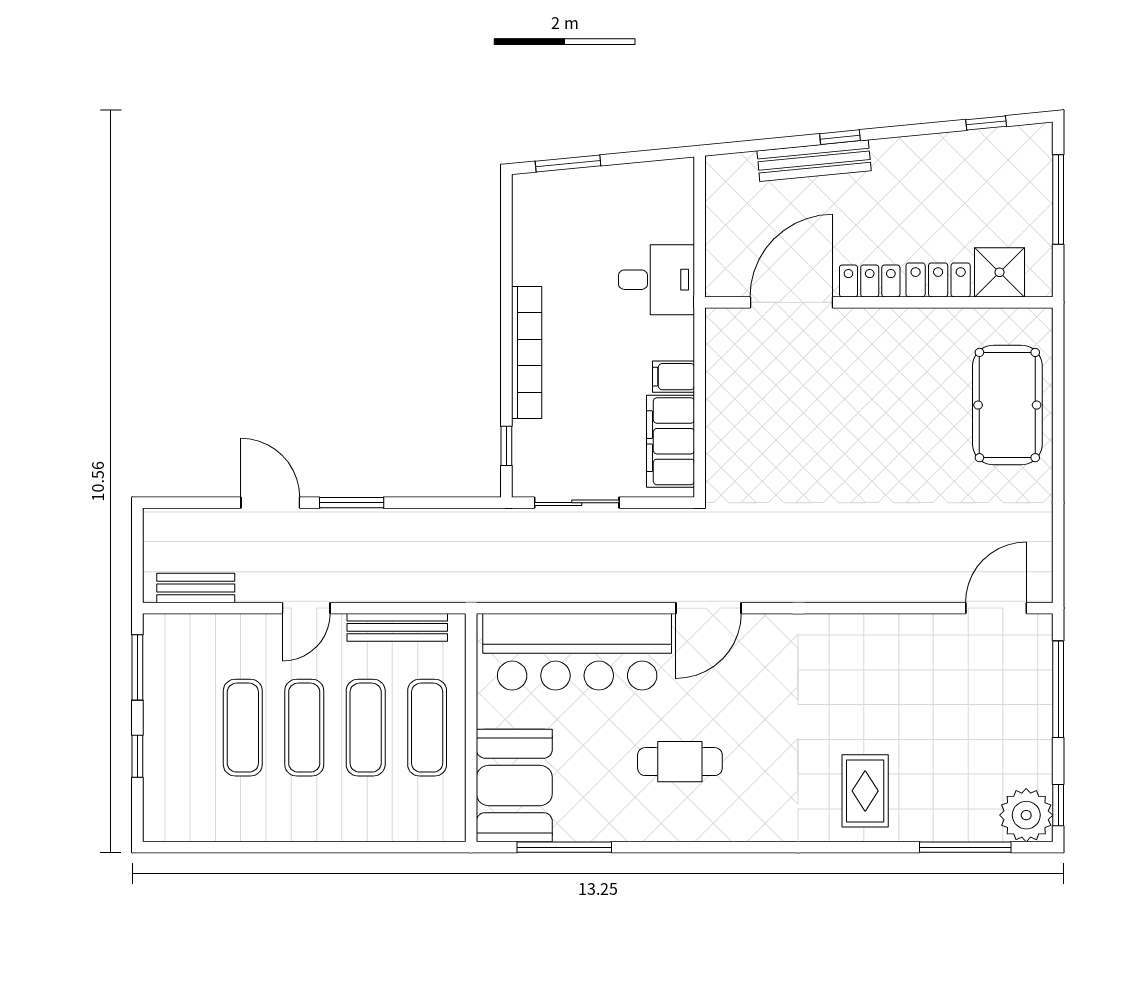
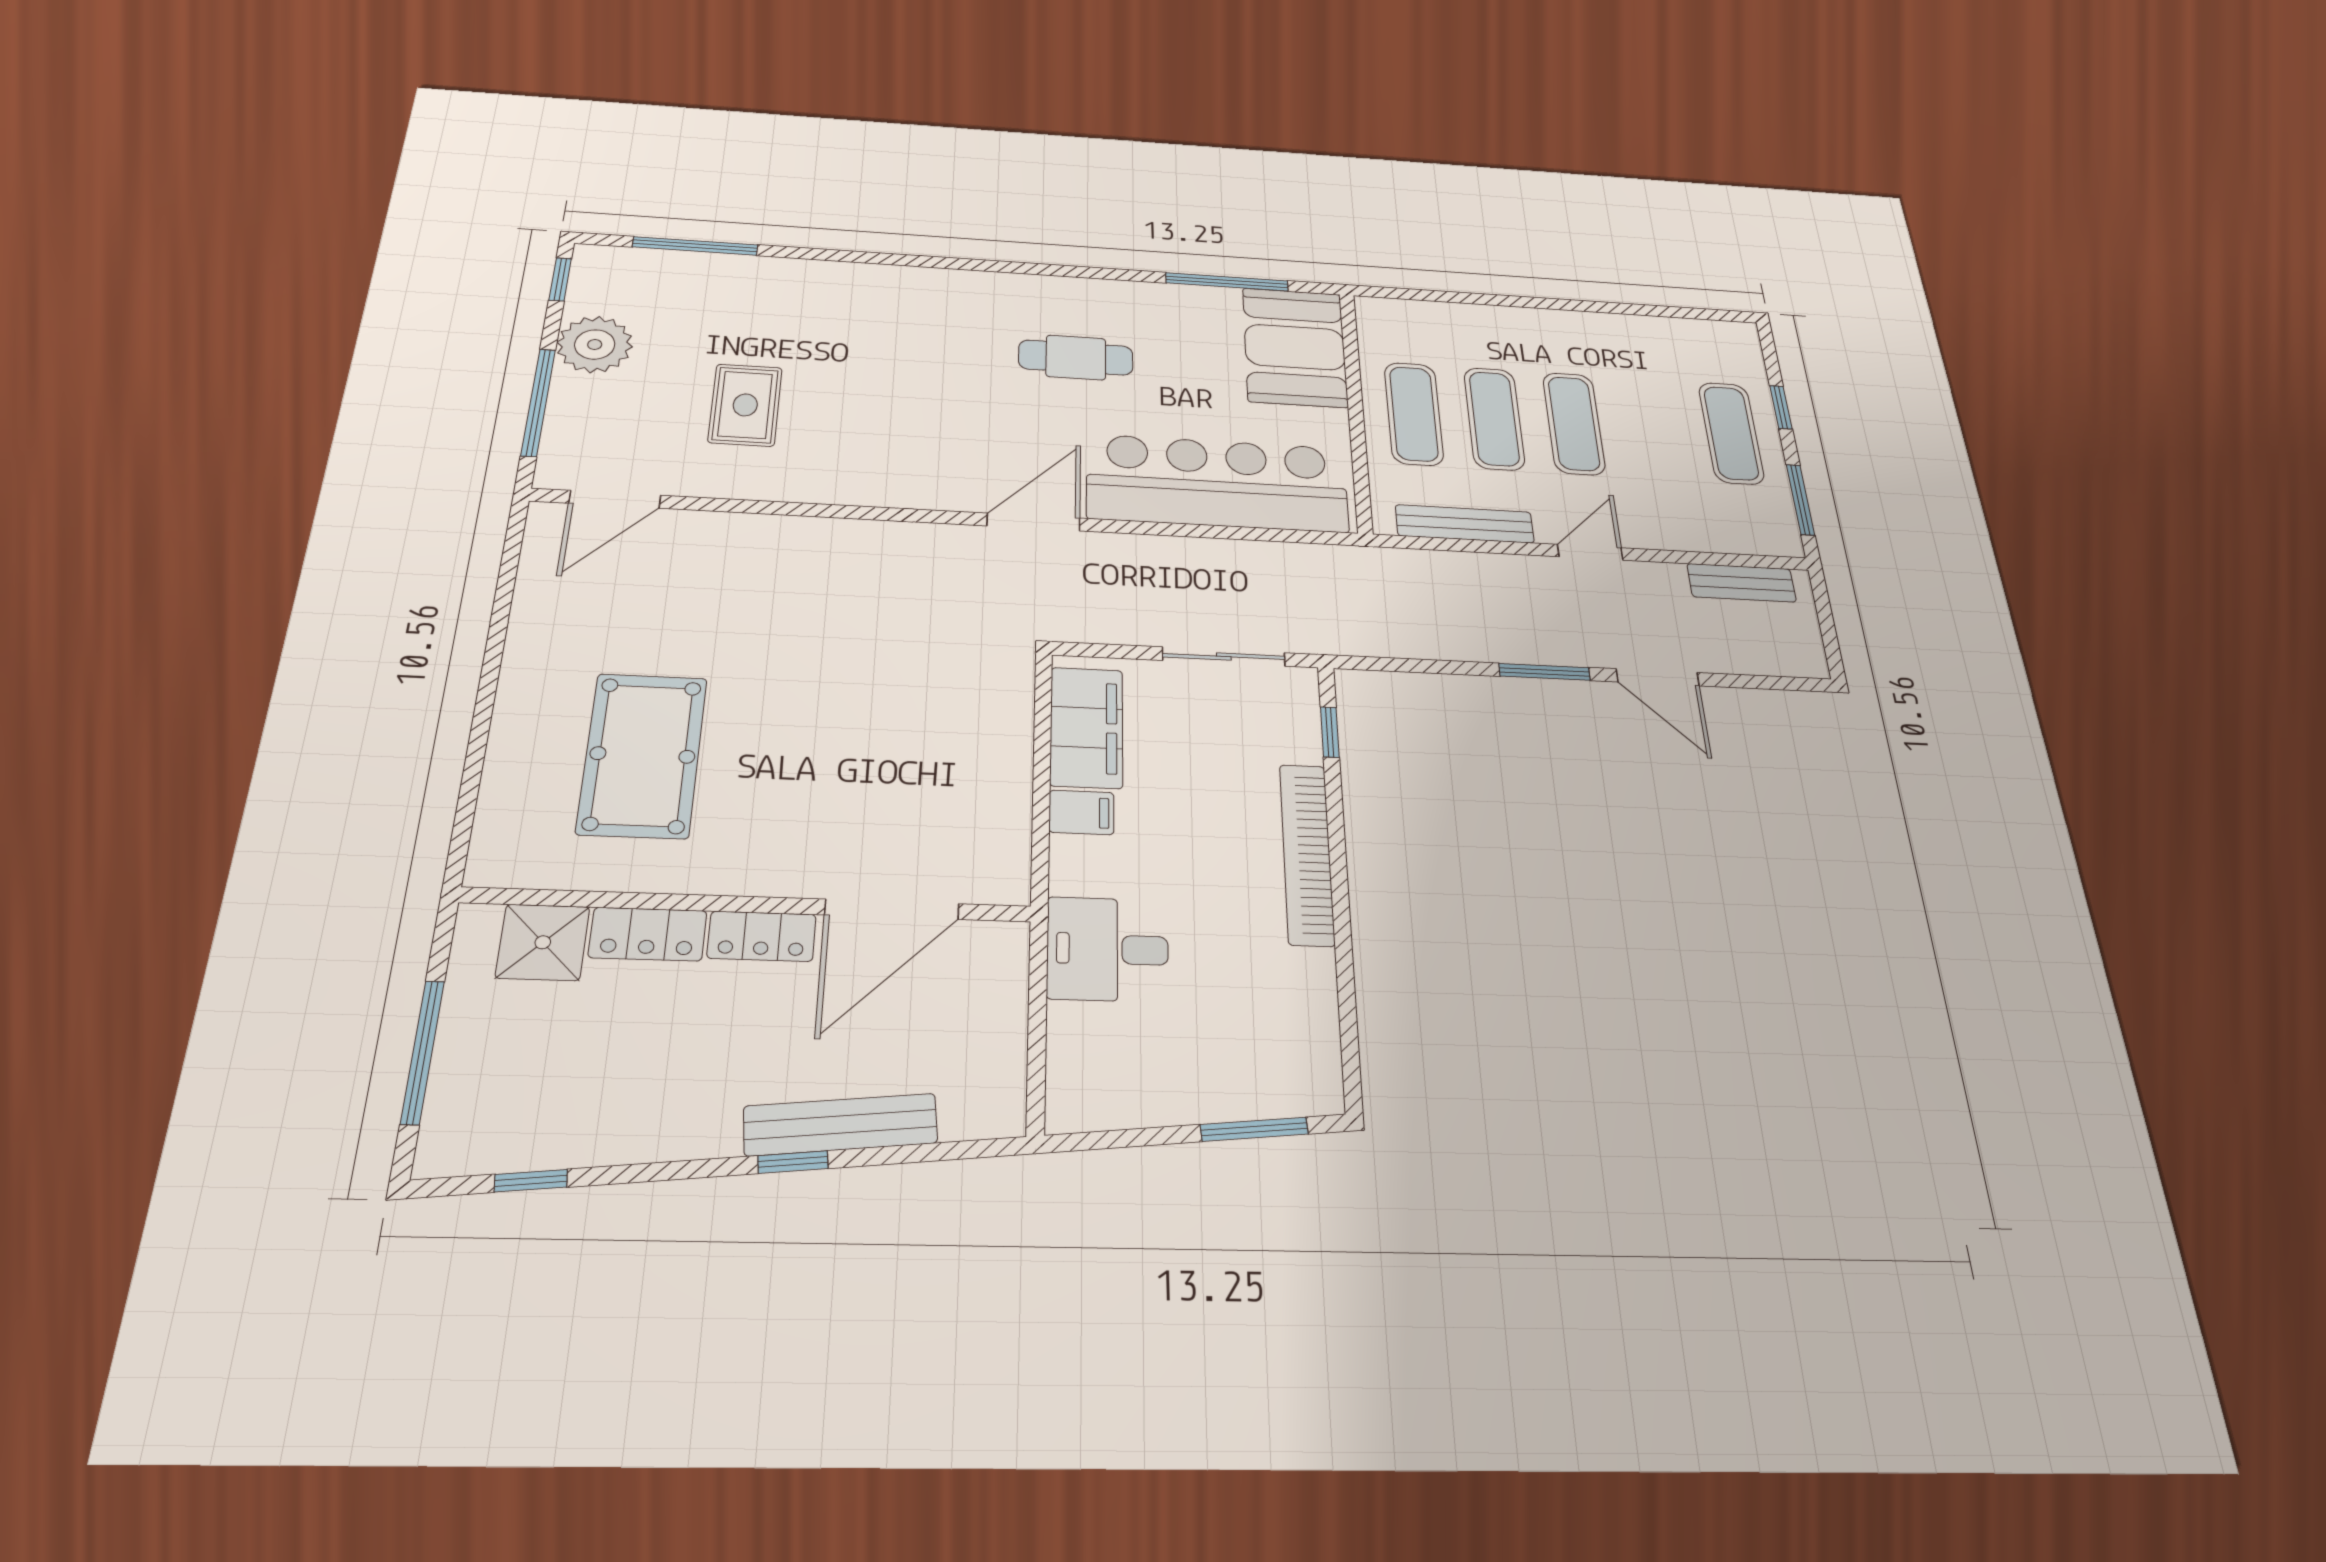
pool table: (1007, 405) -> (642, 755), moved
exercise mat: (243, 728) -> (1731, 433), moved
rug: (865, 791) -> (745, 405), moved
plant: (1026, 815) -> (595, 344), moved

